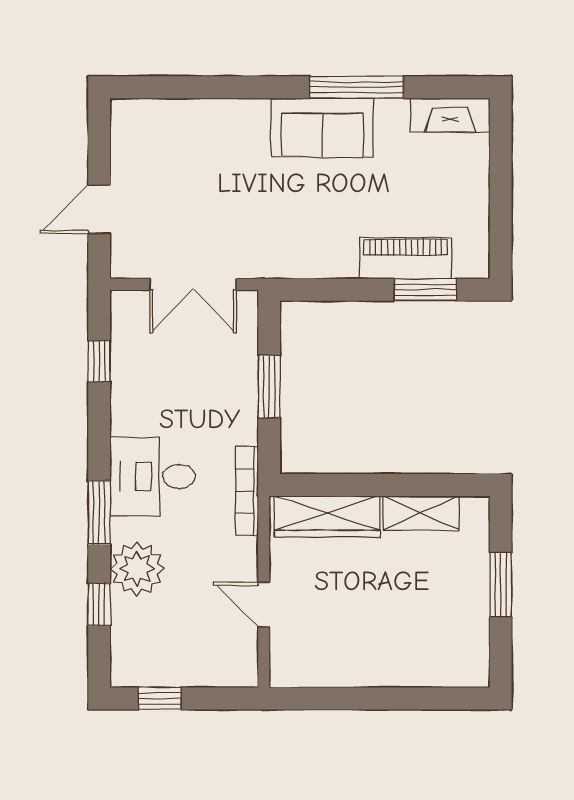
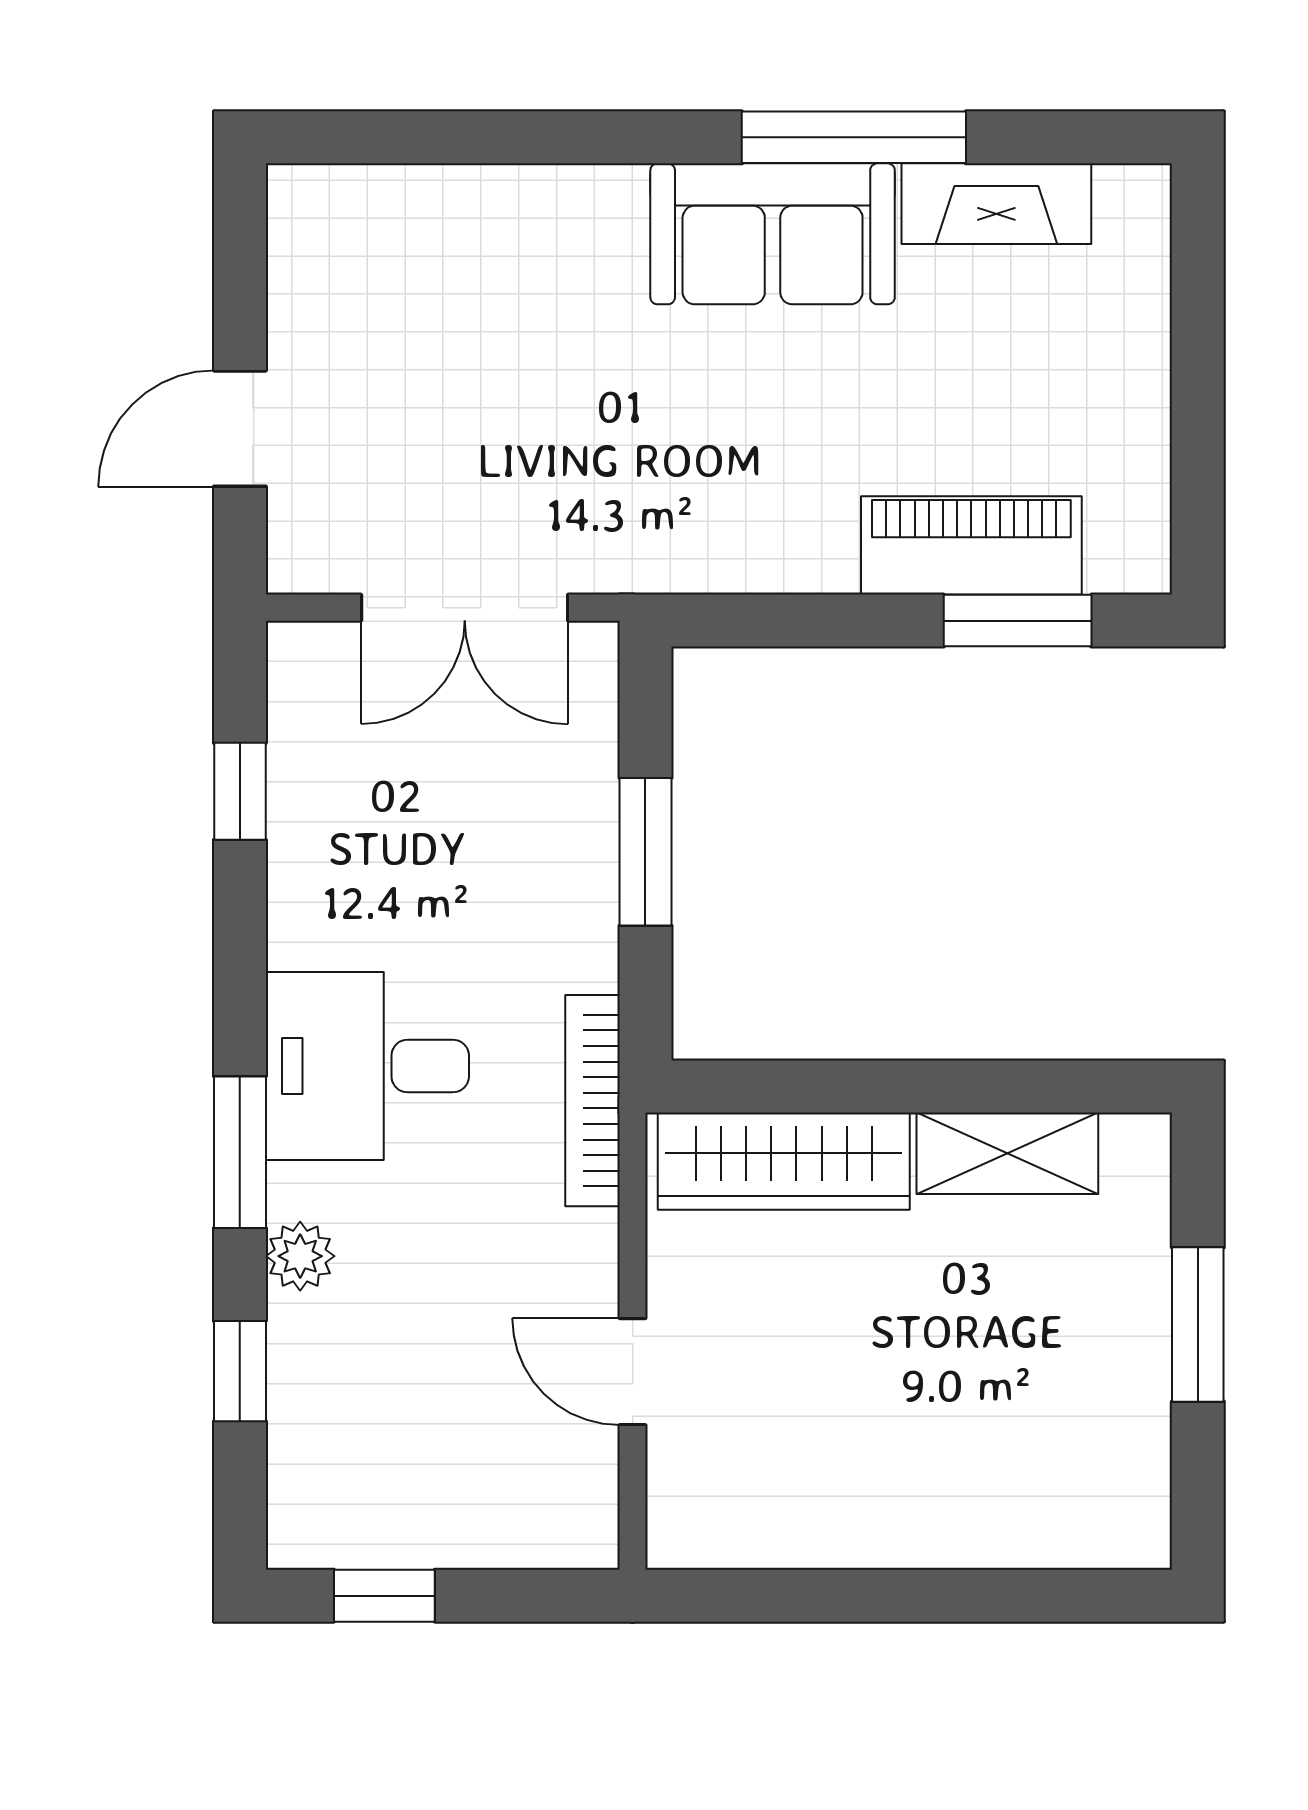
fireplace: (450, 115) -> (996, 204), moved
plant: (137, 569) -> (300, 1256), width x0.53, depth x0.53

